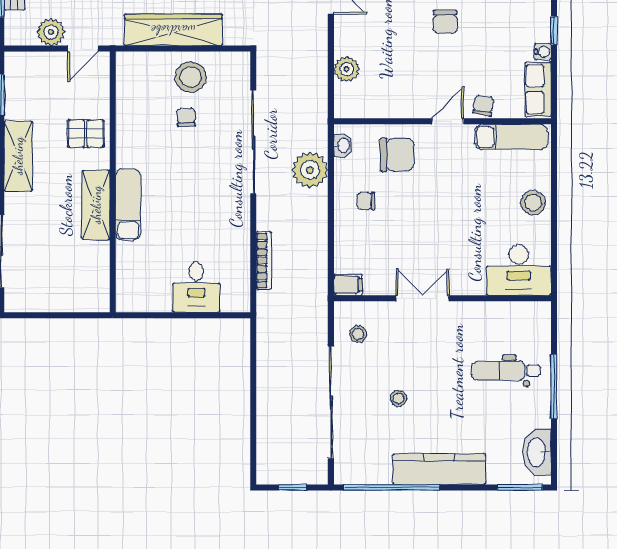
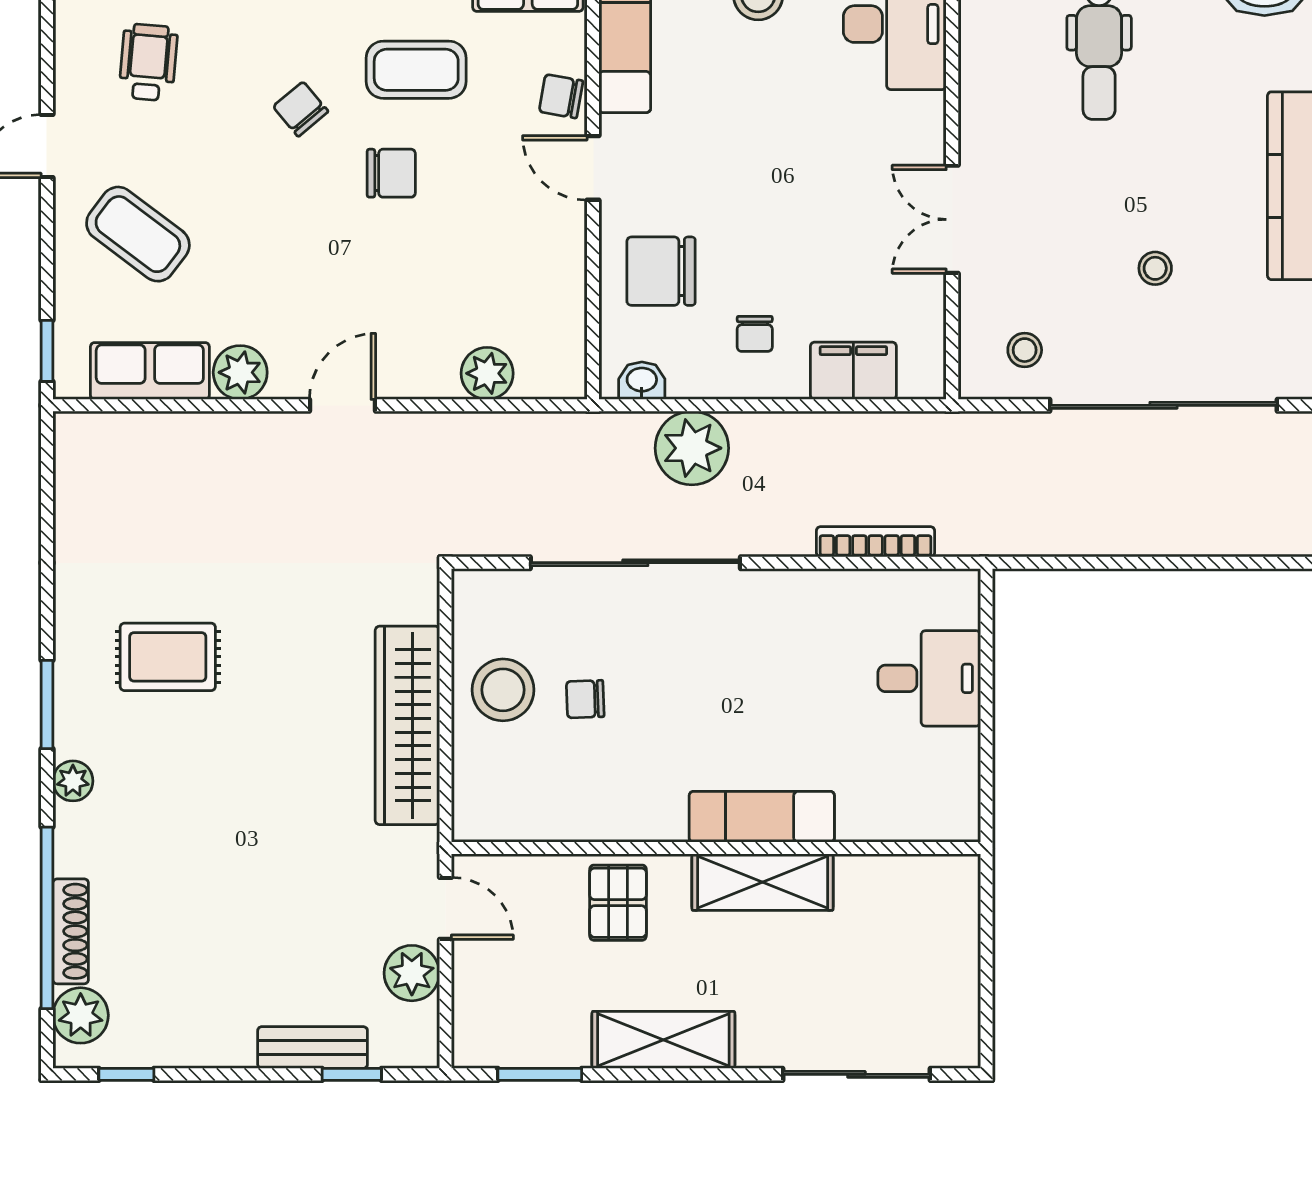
coffee table: (496, 34) -> (416, 70), added
chair: (397, 155) -> (661, 271), turned -90
filing cabinet: (348, 285) -> (853, 371), moved, width x2.00

